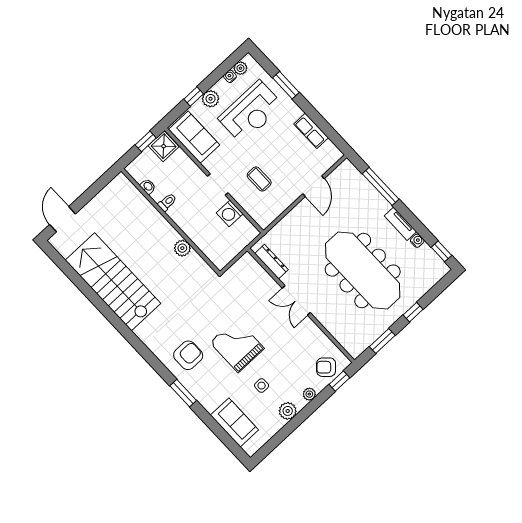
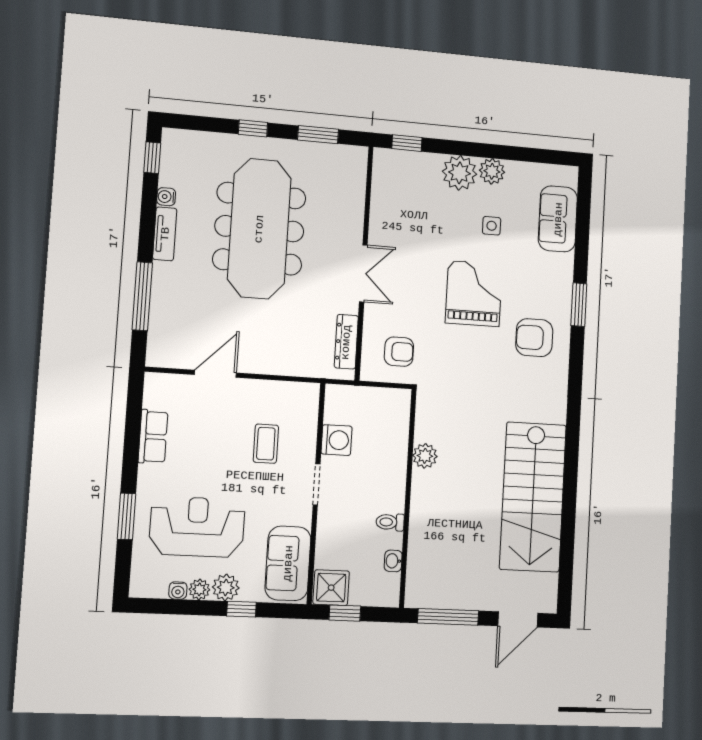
plant: (240, 68) -> (199, 589), moved
window: (97, 187) -> (448, 617), added
grand piano: (237, 345) -> (474, 294), turned 180
armchair: (326, 367) -> (399, 352), moved, turned -43
plant: (309, 394) -> (460, 173), width x1.87, depth x1.87

